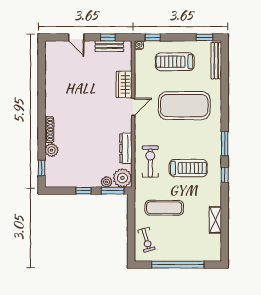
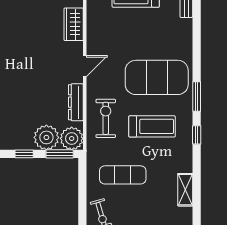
exercise mat: (184, 106) -> (157, 77), moved
door: (133, 107) -> (85, 66), moved
plant: (107, 182) -> (46, 137), width x1.87, depth x1.87

